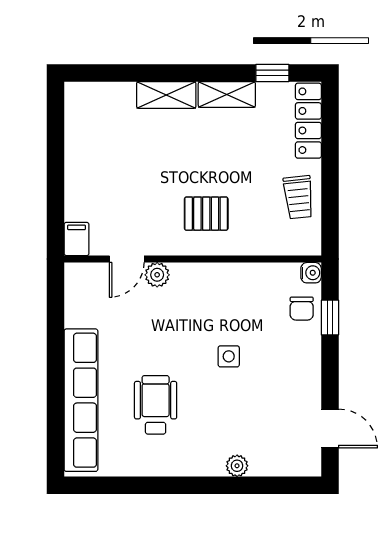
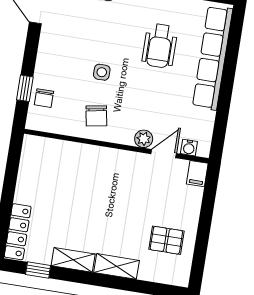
trolley: (299, 197) -> (34, 178), removed
pallet: (206, 214) -> (166, 240), moved
water cooler: (311, 273) -> (189, 148), moved, turned -90
chair: (227, 296) -> (96, 116), added
chair: (302, 309) -> (44, 98), turned 180

